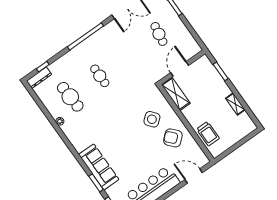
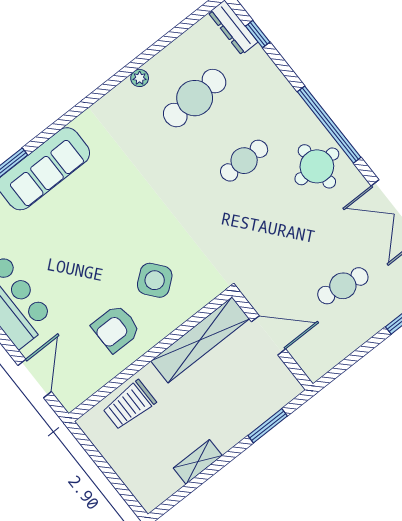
round table: (104, 43) -> (317, 166), added
shelving: (176, 94) -> (200, 340), width x1.47
armchair: (173, 138) -> (116, 329), turned -138

